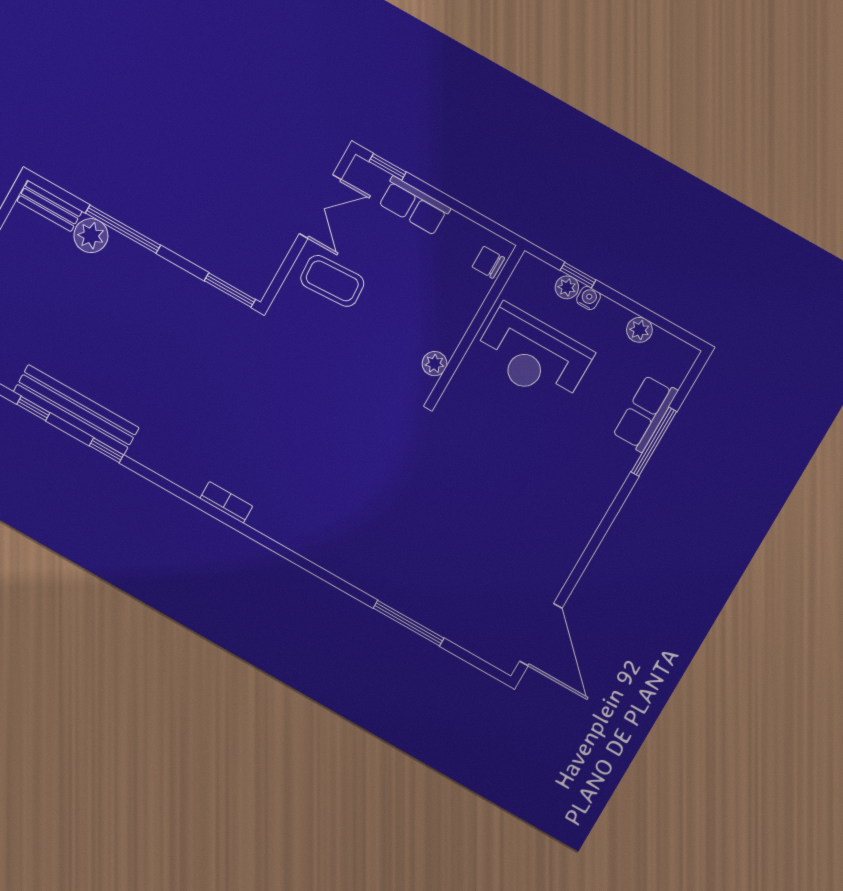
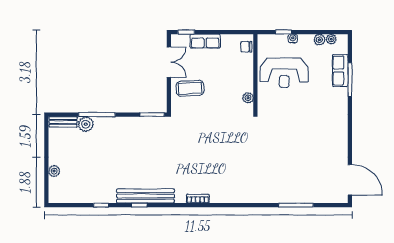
plant: (567, 287) -> (331, 39), moved
bench: (76, 410) -> (145, 196), moved

